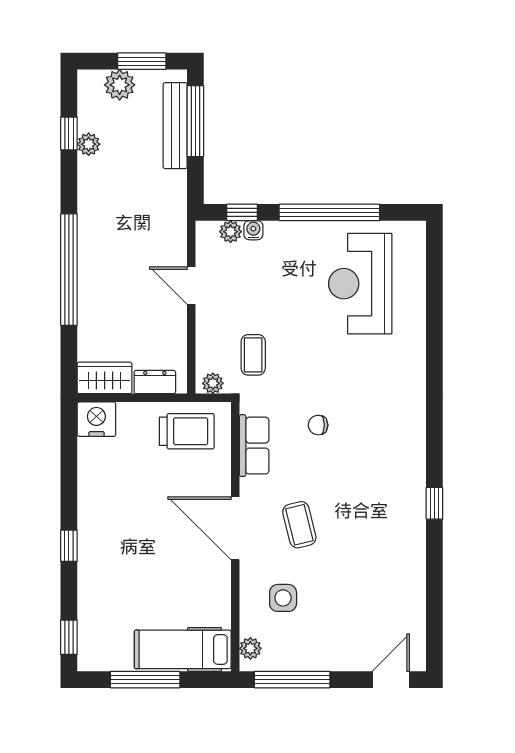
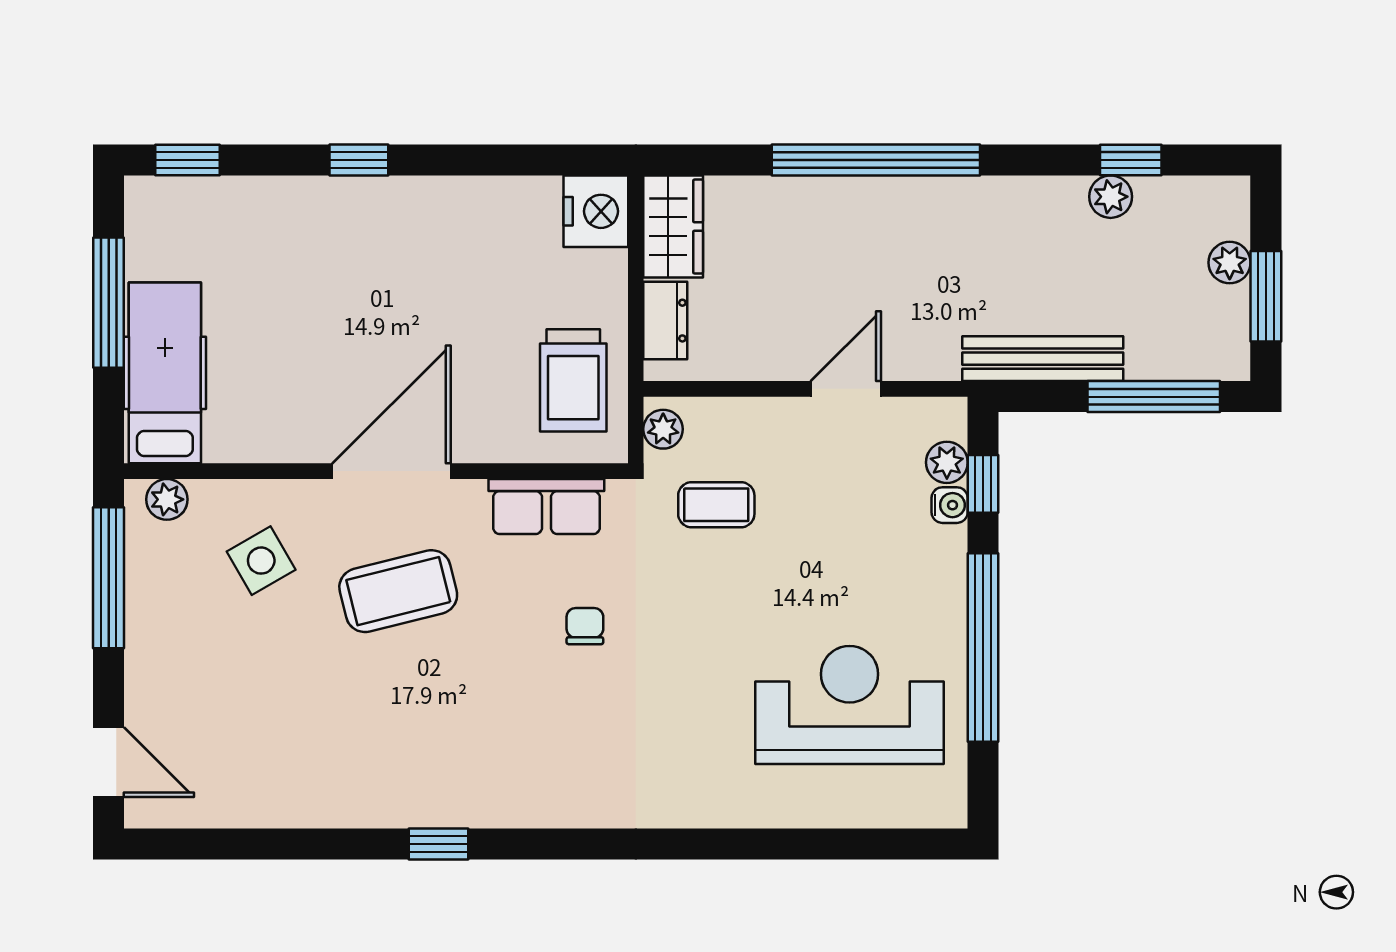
plant: (120, 85) -> (1230, 263), width x0.73, depth x0.73
bench: (175, 126) -> (1043, 359), moved
coffee table: (299, 525) -> (398, 591), width x1.36, depth x1.30
side table: (283, 598) -> (261, 561), turned -30

